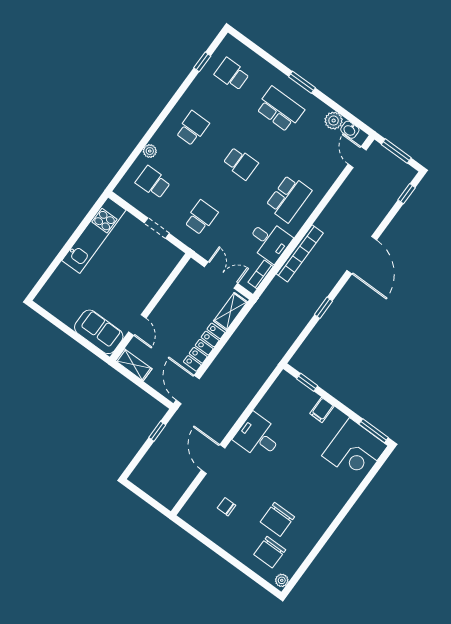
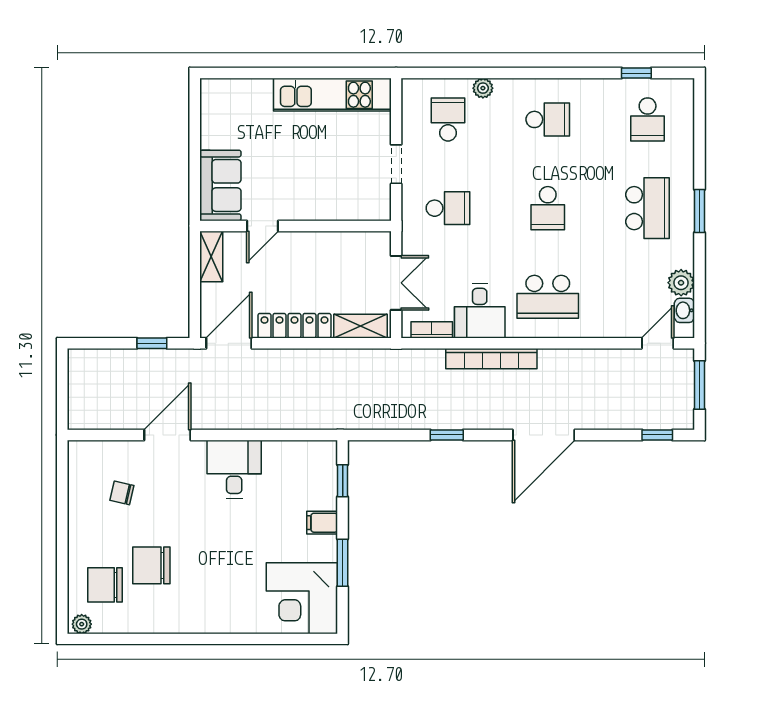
school desk: (232, 74) -> (648, 119), turned 180
window: (374, 431) -> (343, 563), moved
chair: (226, 507) -> (122, 493), turned -77

